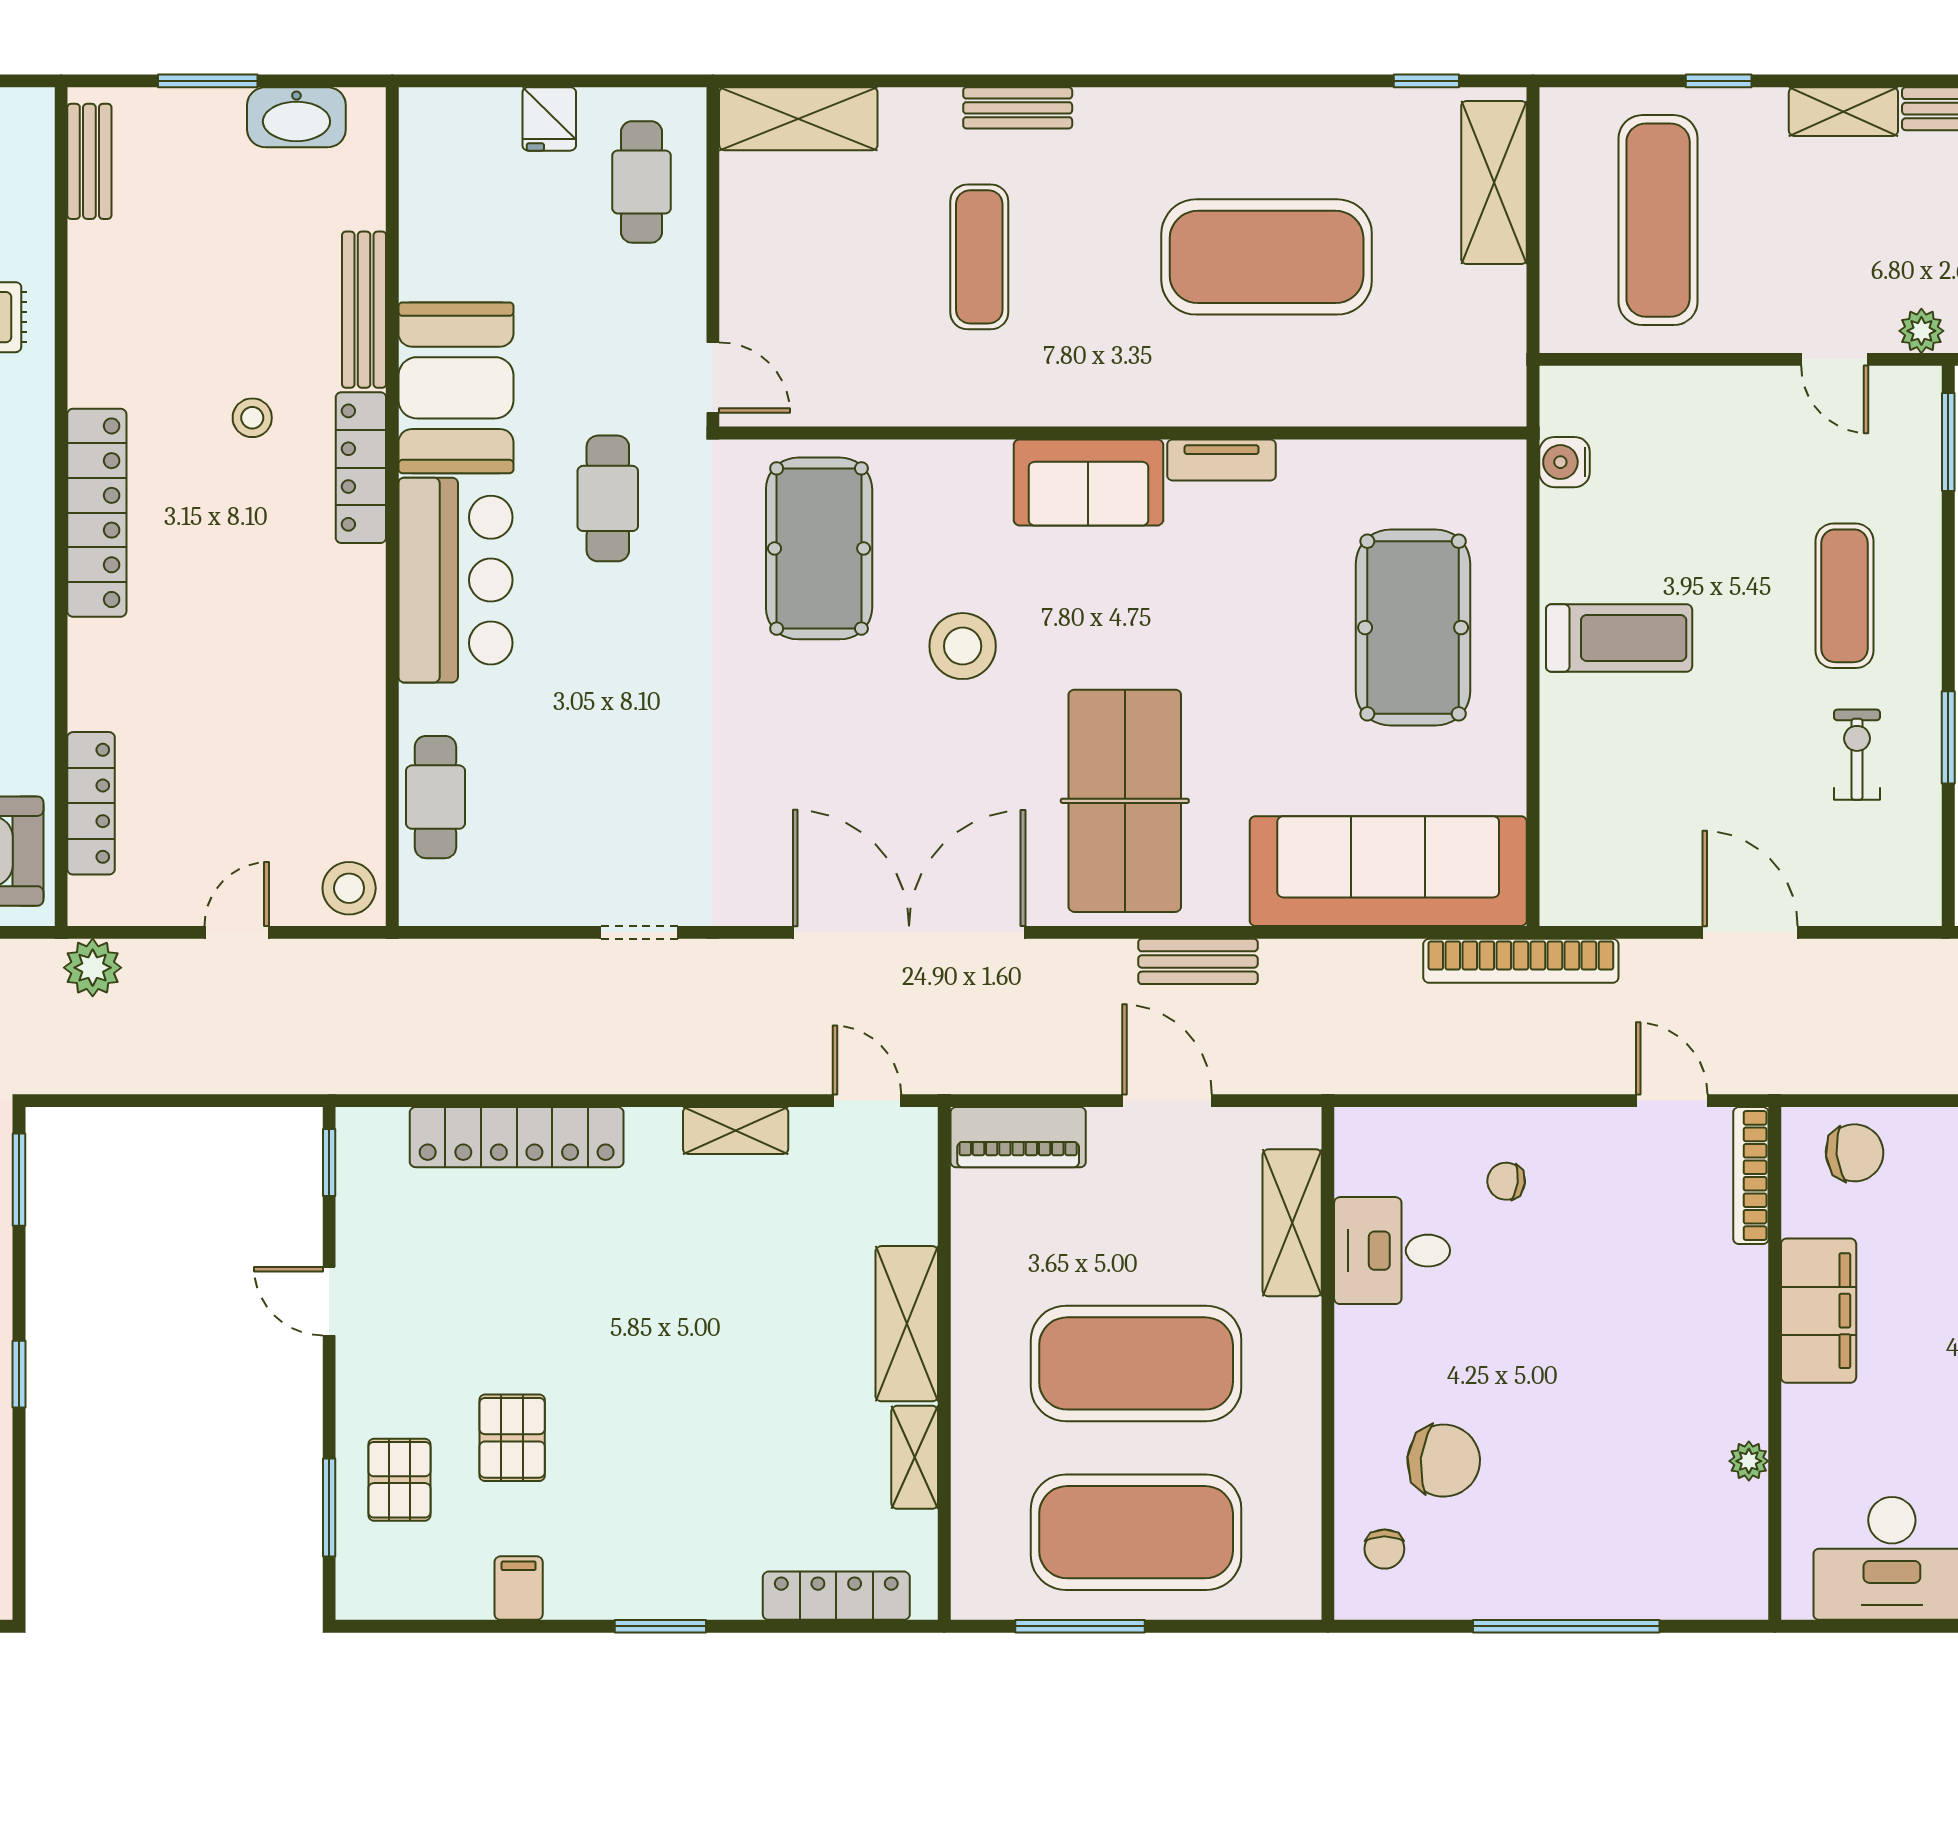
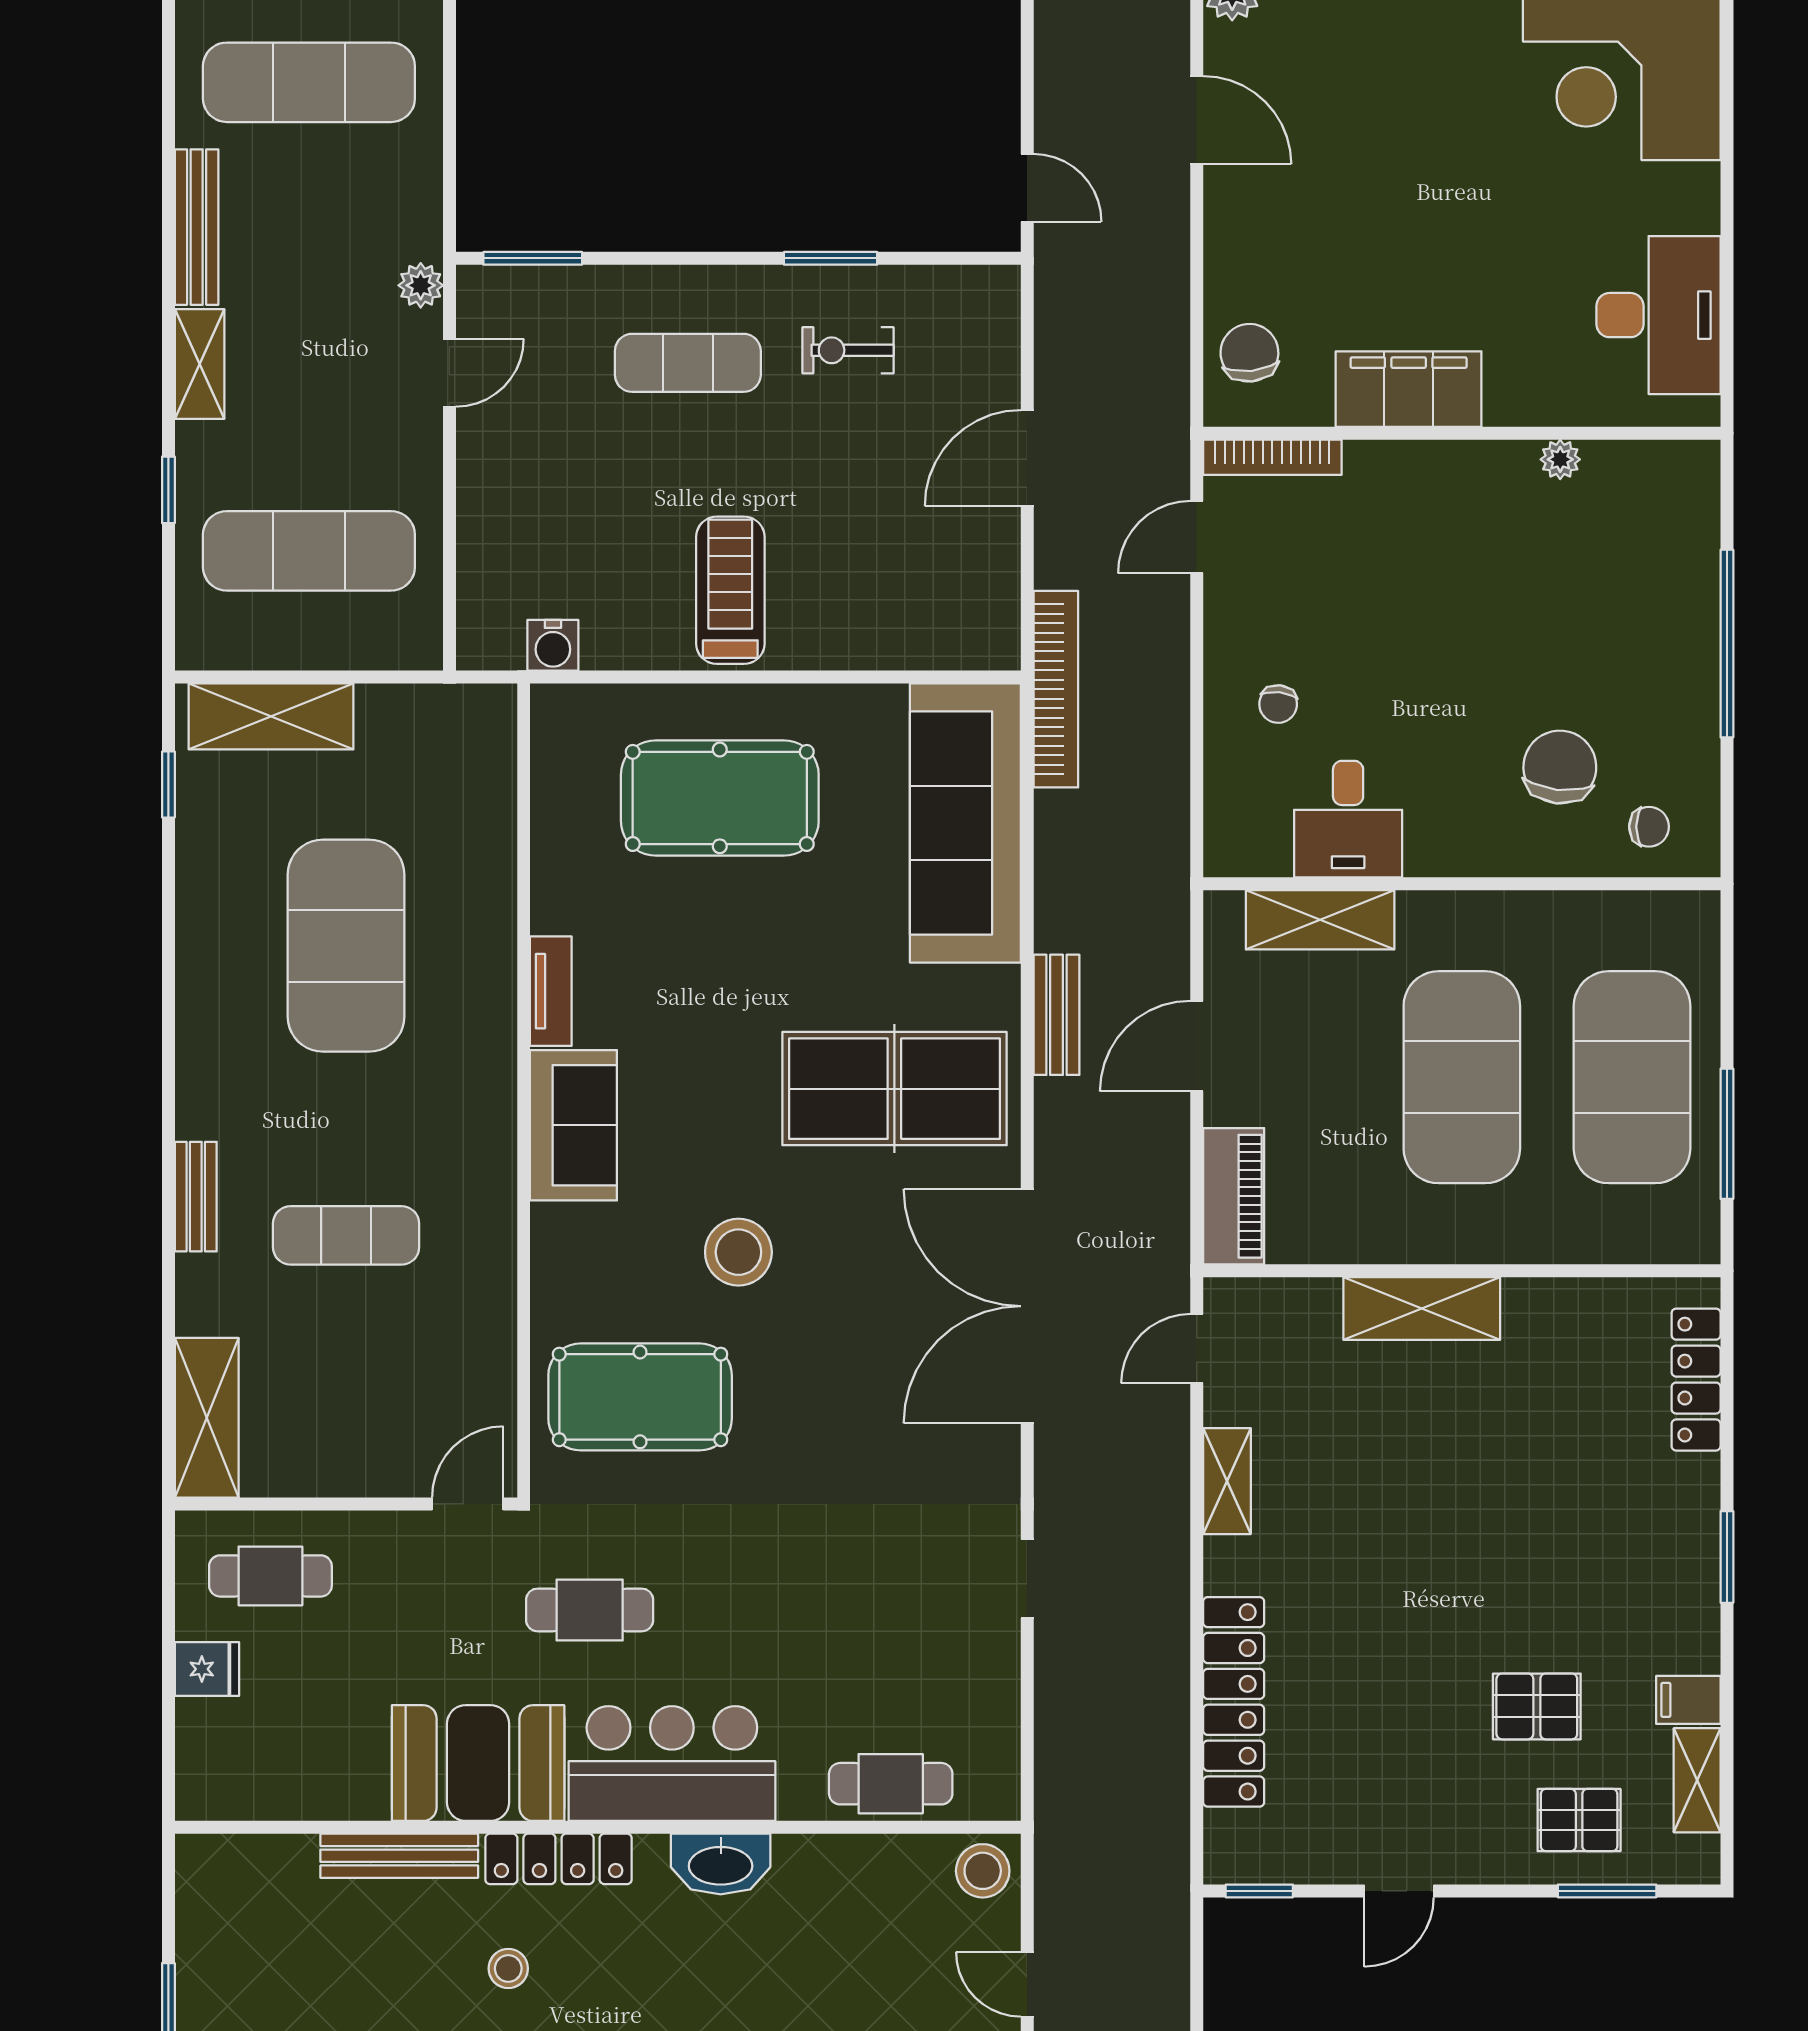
washbasin: (296, 117) -> (721, 1864), moved, turned 90
shelving: (915, 1457) -> (1697, 1780), moved, turned 90

